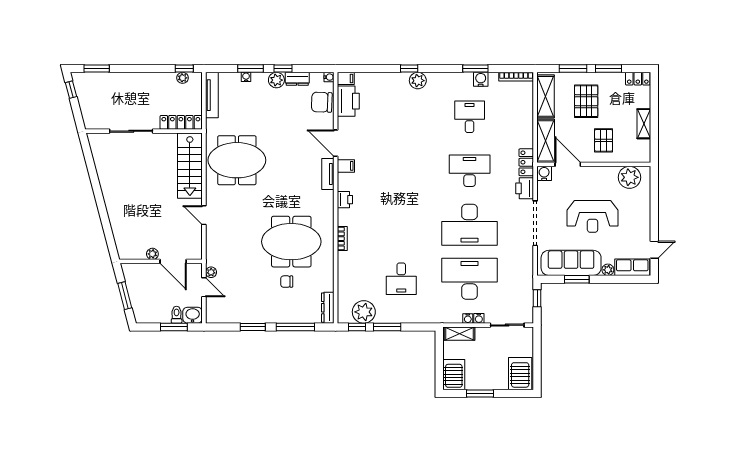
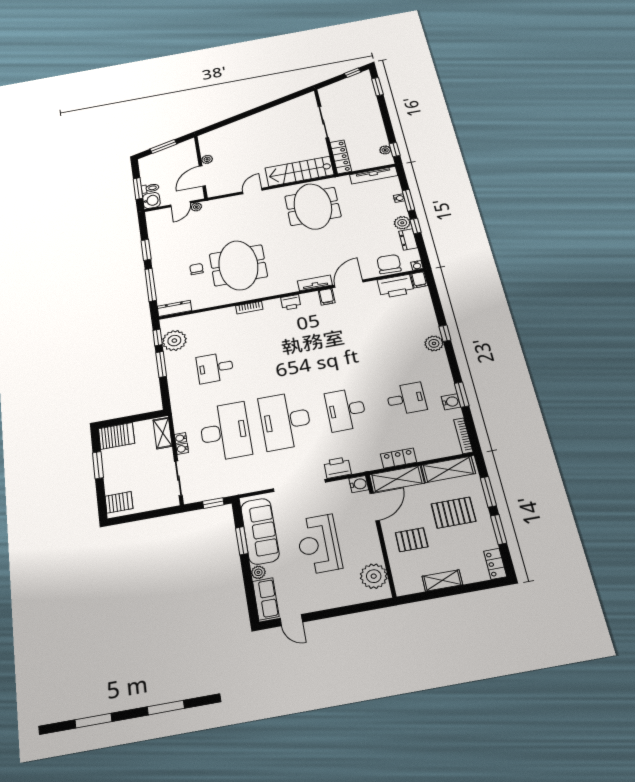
locker: (526, 162) -> (399, 458), moved
desk: (470, 171) -> (346, 410), turned 180
server rack: (520, 374) -> (119, 502), width x0.73, depth x0.70

